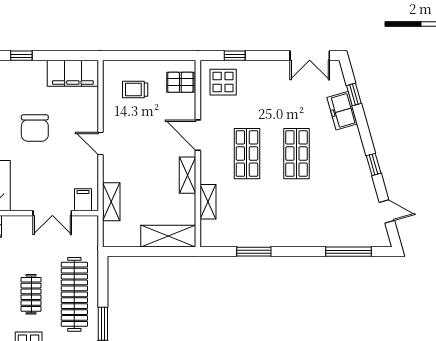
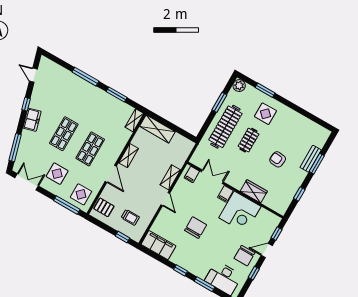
window: (130, 56) -> (123, 237), added
window: (235, 56) -> (67, 205), width x2.17
display table: (274, 92) -> (57, 174), added
window: (354, 95) -> (15, 148), width x2.17
freezer: (342, 111) -> (32, 120), moved
filing cabinet: (20, 200) -> (225, 194), added
shelving: (111, 202) -> (170, 177), moved
shelving: (208, 202) -> (134, 120), moved
window: (349, 252) -> (85, 77), moved

